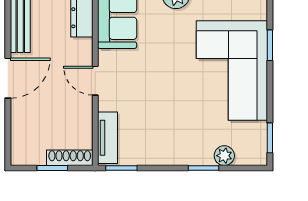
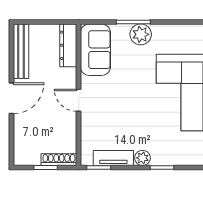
tv unit: (108, 138) -> (113, 158), moved, turned -90
plant: (224, 156) -> (143, 158), moved

